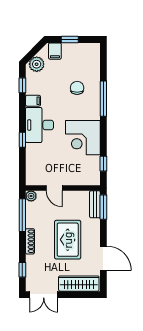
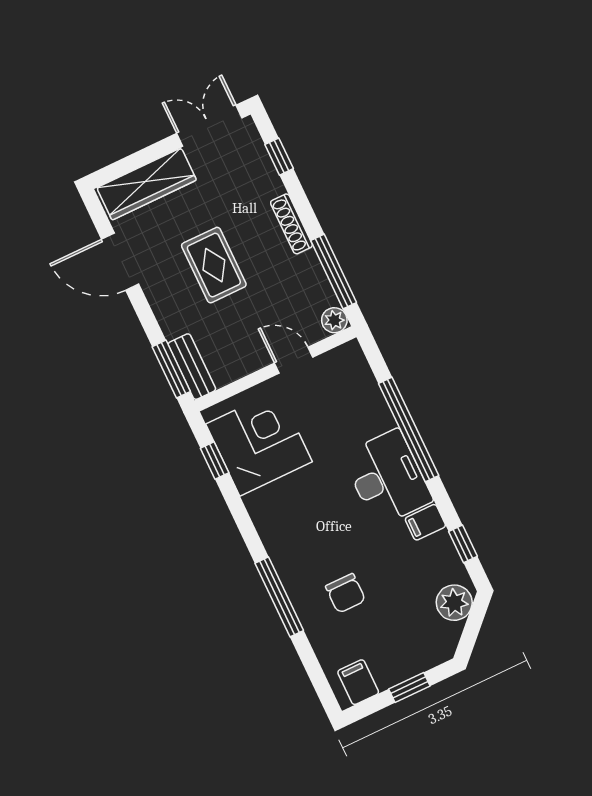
filing cabinet: (55, 51) -> (358, 682), moved
corner desk: (83, 138) -> (259, 443), moved
window: (22, 140) -> (409, 429), width x3.17
rug: (68, 240) -> (214, 265), width x0.73, depth x0.70

